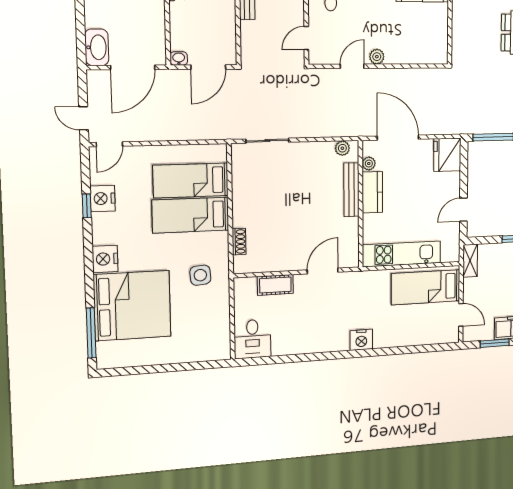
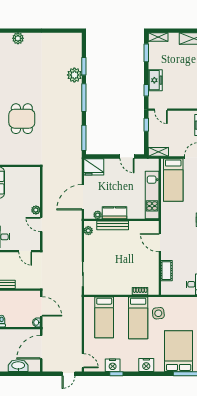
washbasin: (97, 47) -> (18, 366), moved
door: (133, 67) -> (41, 347), swing flipped
bed: (191, 215) -> (138, 318), moved
bed: (132, 306) -> (179, 351), width x0.73

